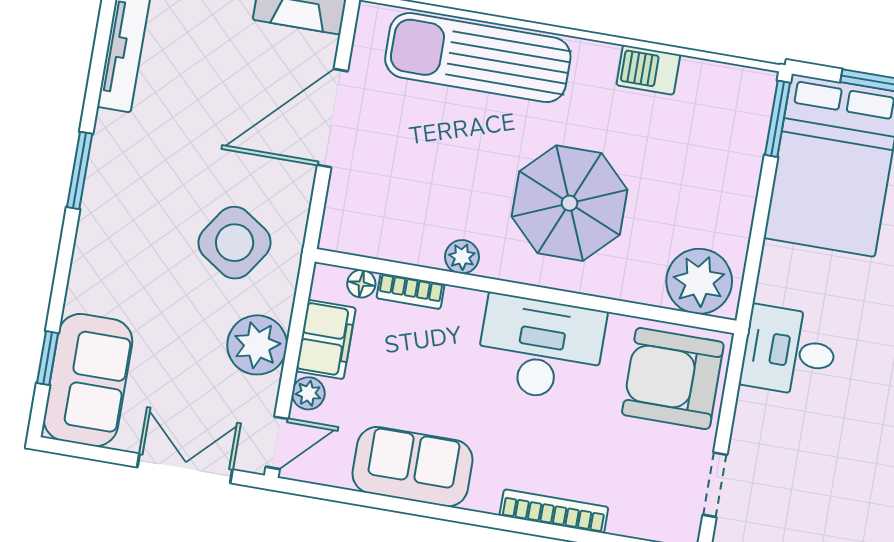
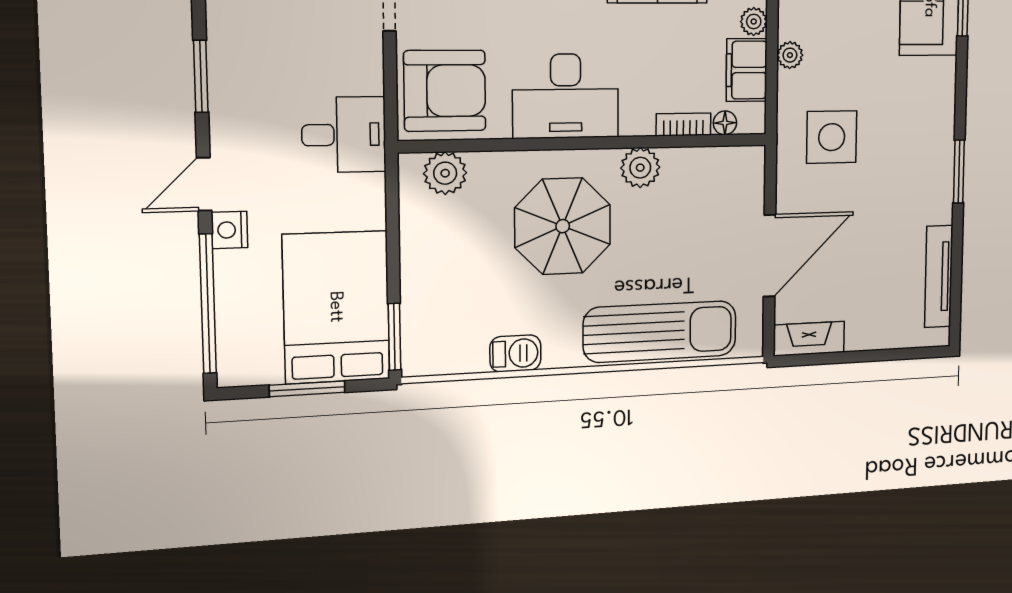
side table: (235, 243) -> (832, 137), turned -34
plant: (462, 257) -> (640, 168), width x1.38, depth x1.38
plant: (699, 281) -> (445, 173), width x0.73, depth x0.73
plant: (257, 345) -> (790, 55), width x0.53, depth x0.53

